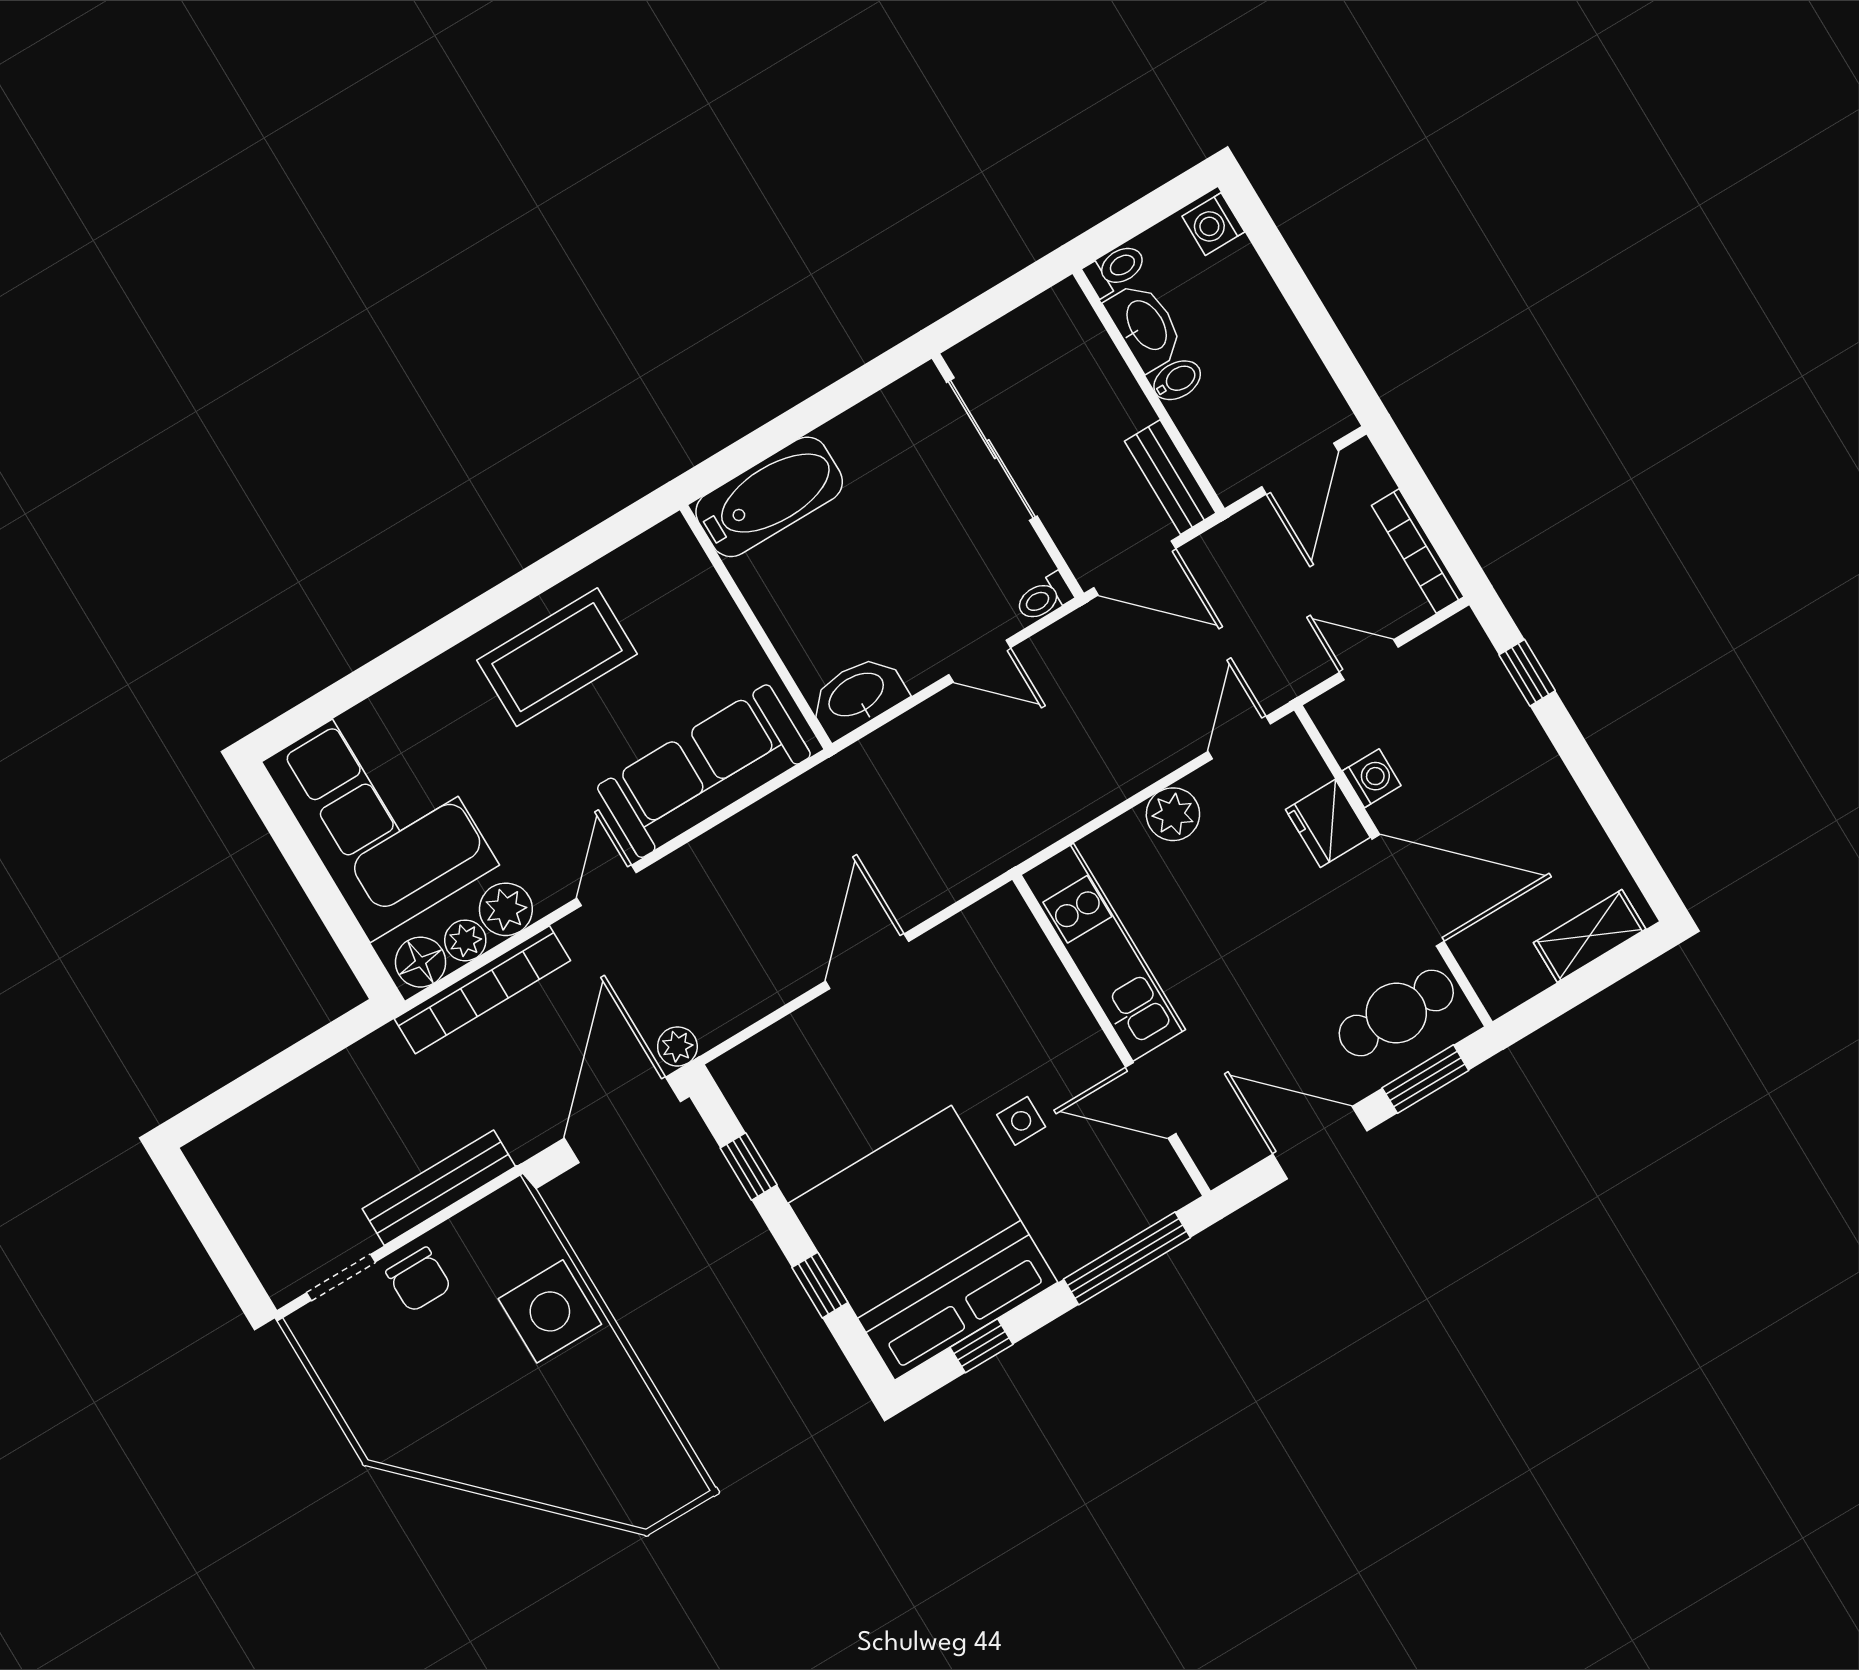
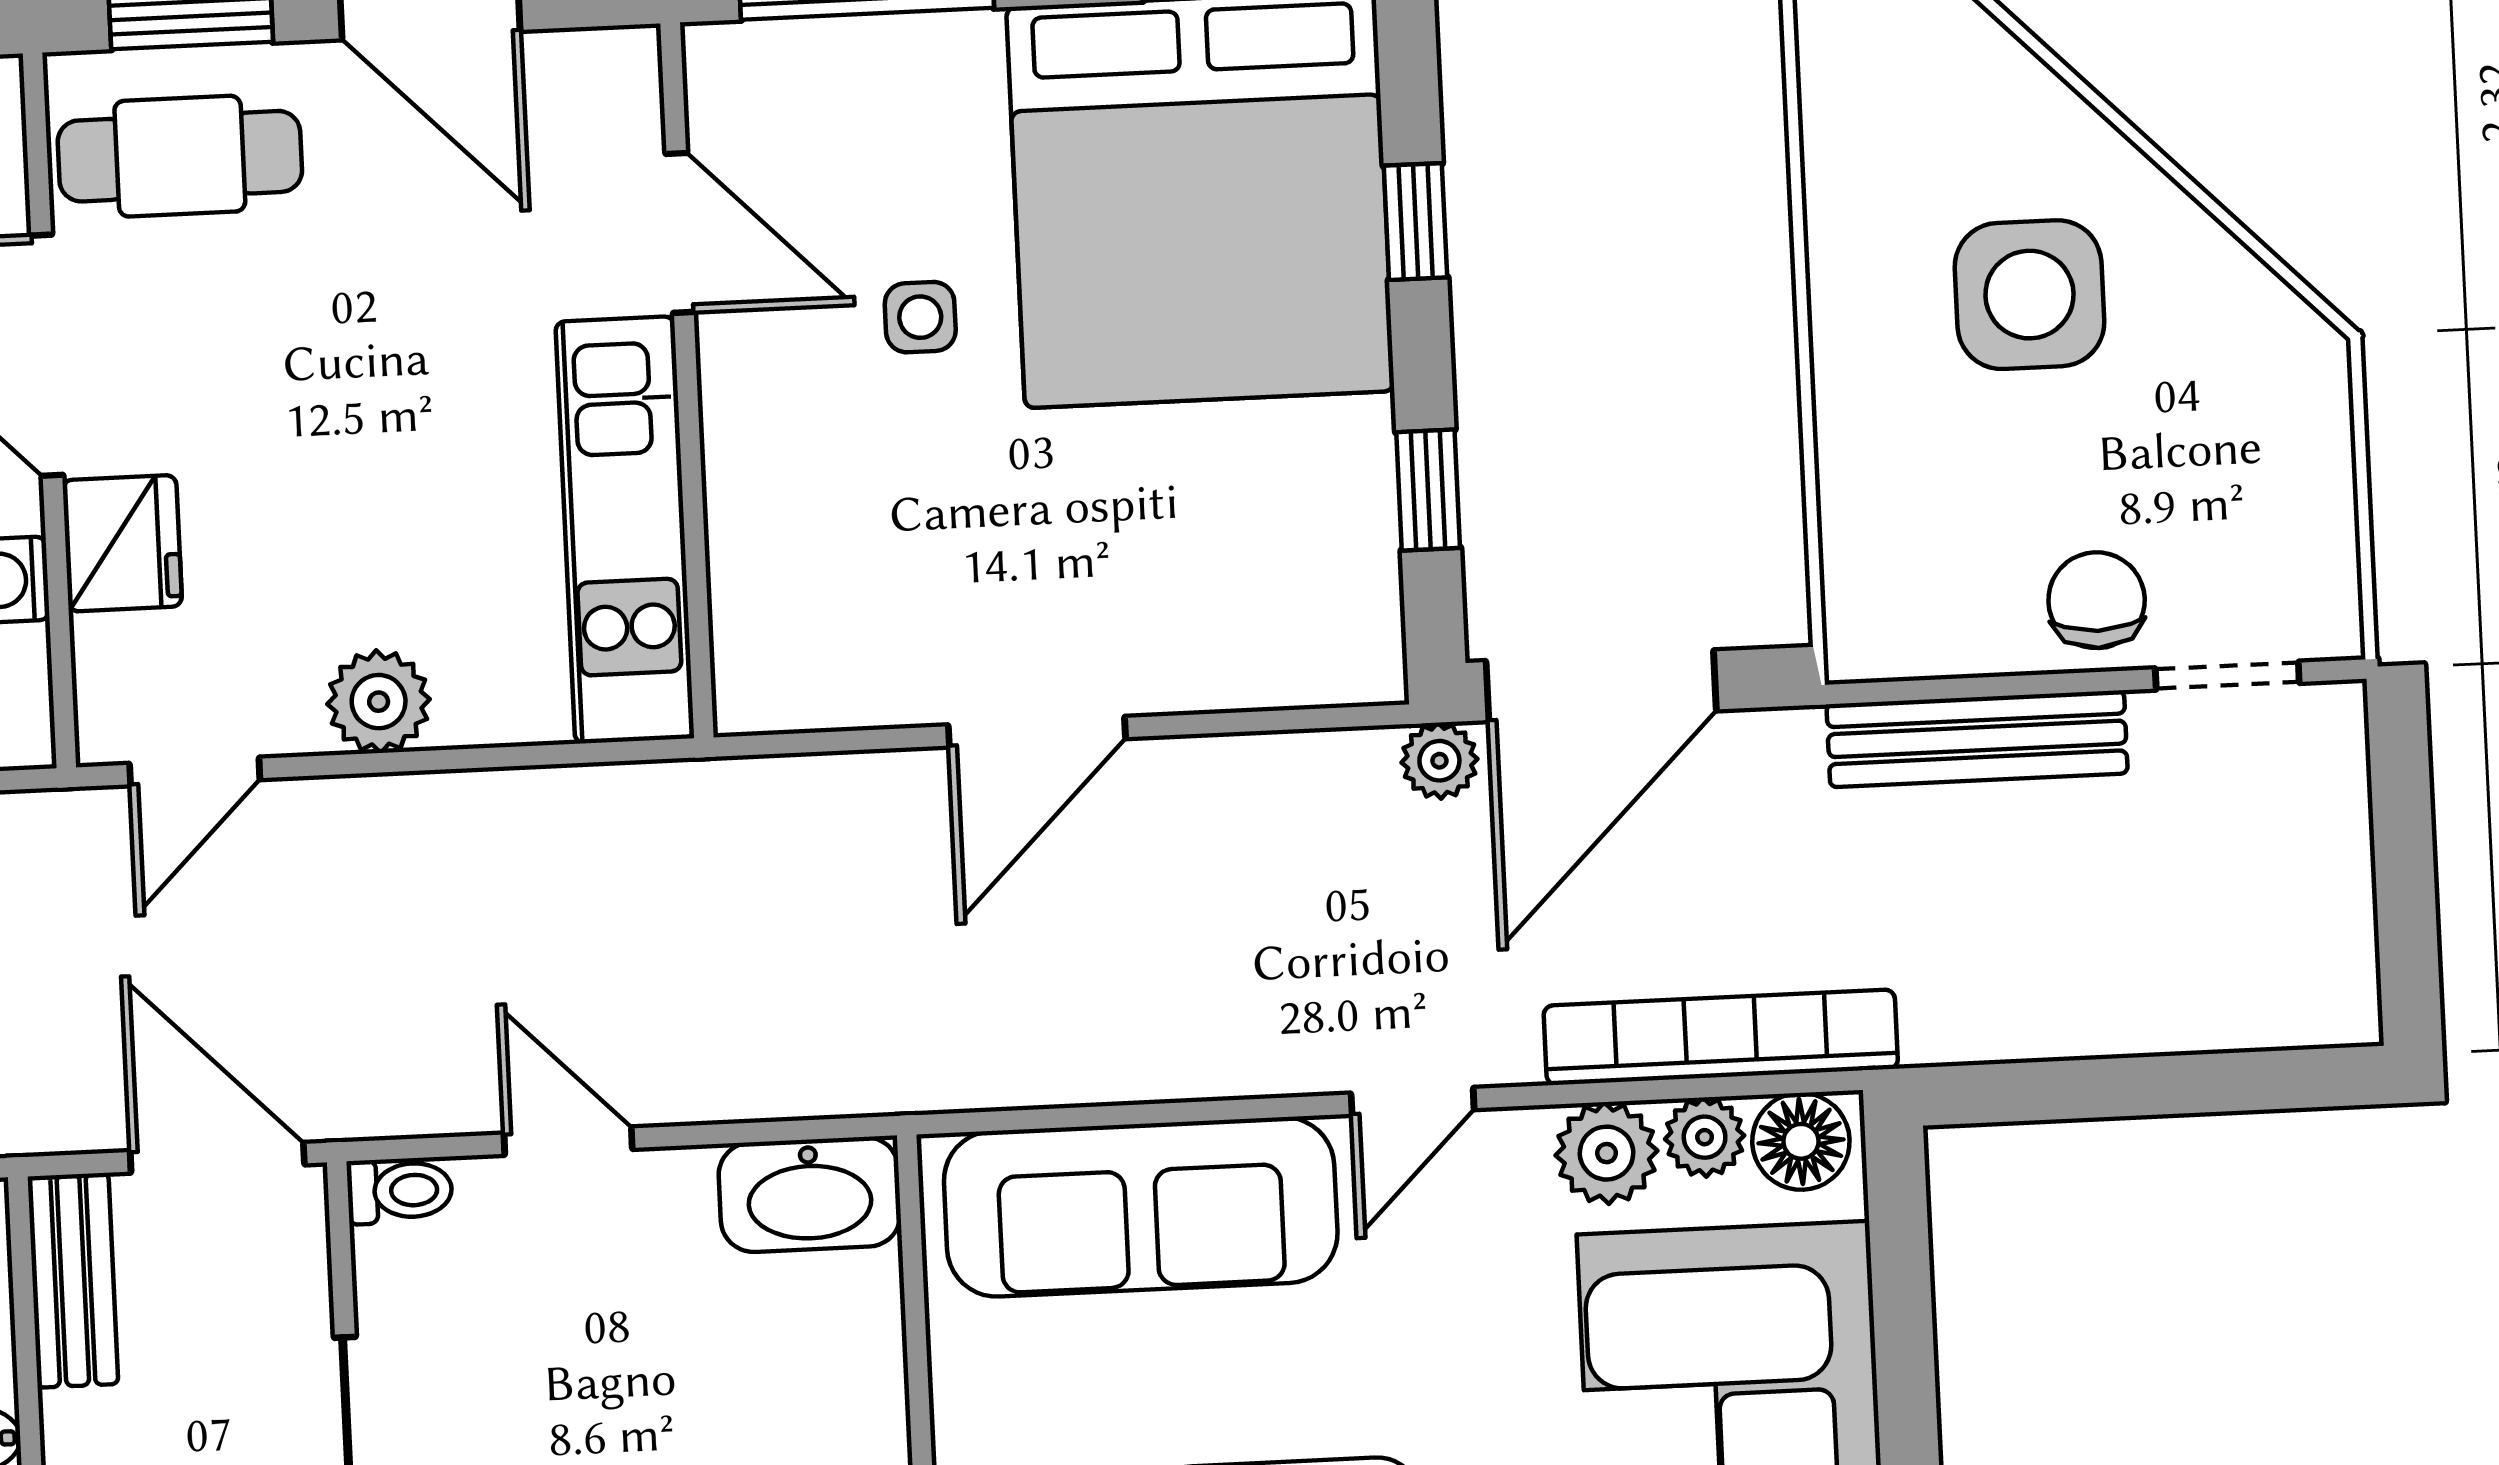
side table: (550, 1311) -> (2029, 295), moved

